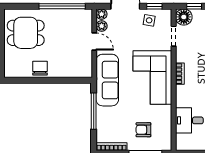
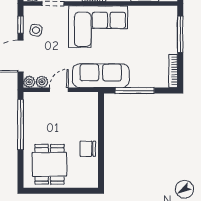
armchair: (143, 130) -> (155, 36), removed

